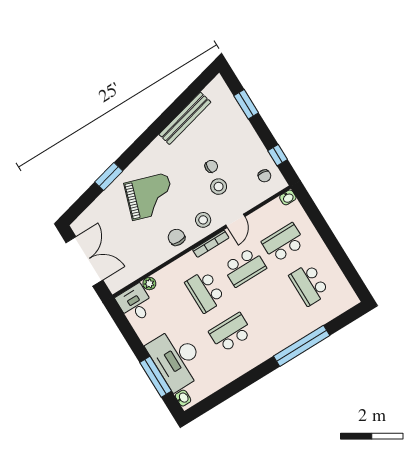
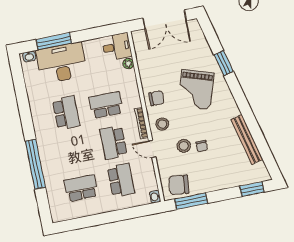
window: (246, 104) -> (252, 189), moved
window: (278, 155) -> (191, 201), width x2.17
chair: (264, 176) -> (179, 185), width x1.87, depth x1.87

